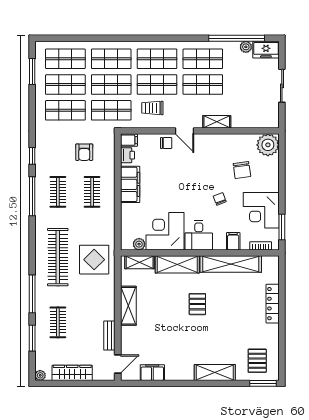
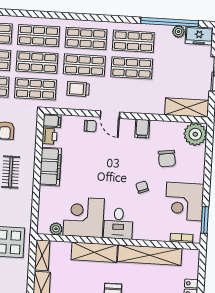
shelving: (217, 122) -> (187, 108), moved, width x1.50, depth x1.33
filing cabinet: (233, 241) -> (142, 129), moved, turned 180
shelving: (140, 262) -> (42, 255), moved, turned 90

